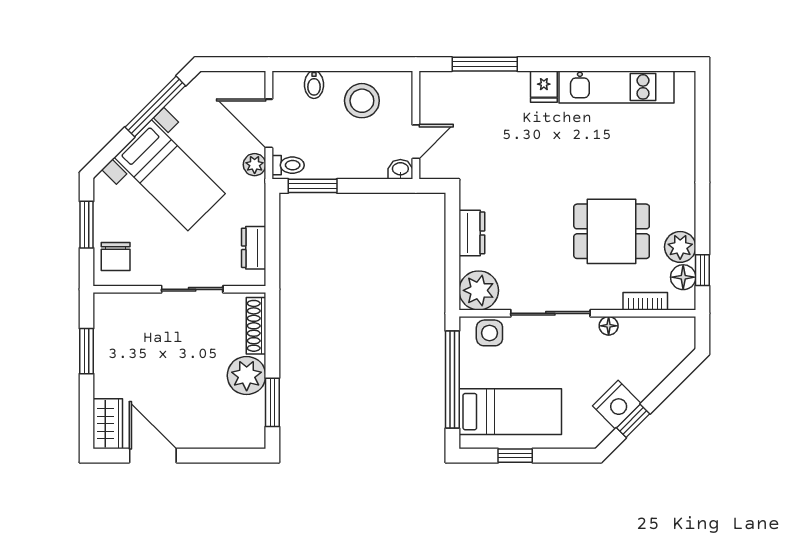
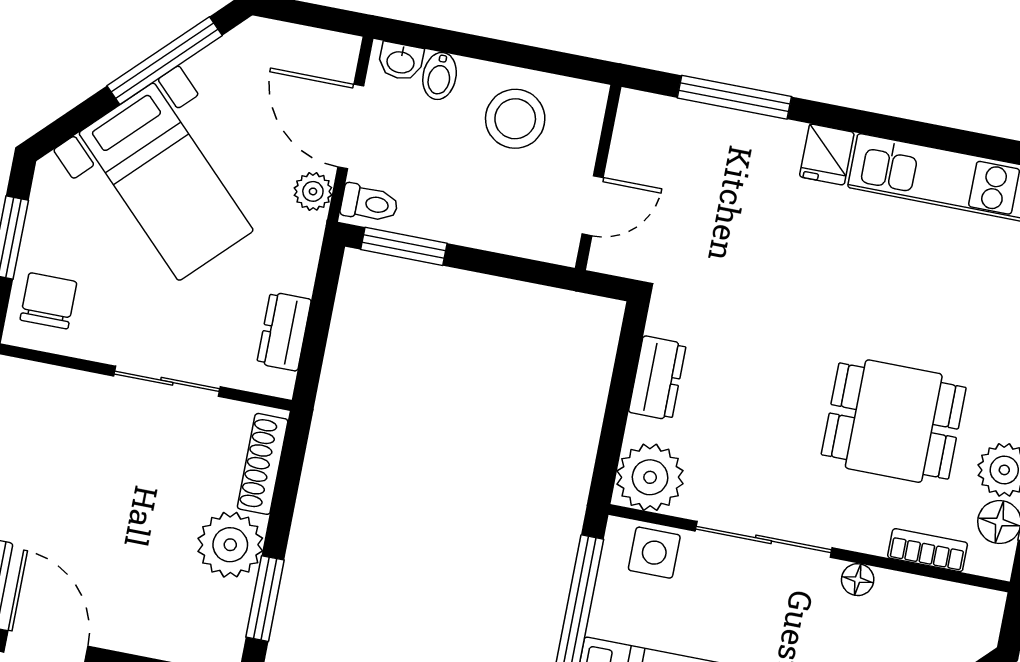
washbasin: (400, 169) -> (401, 61), moved, turned 180
chair: (116, 256) -> (48, 301), turned 180

